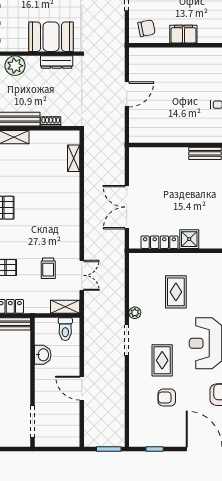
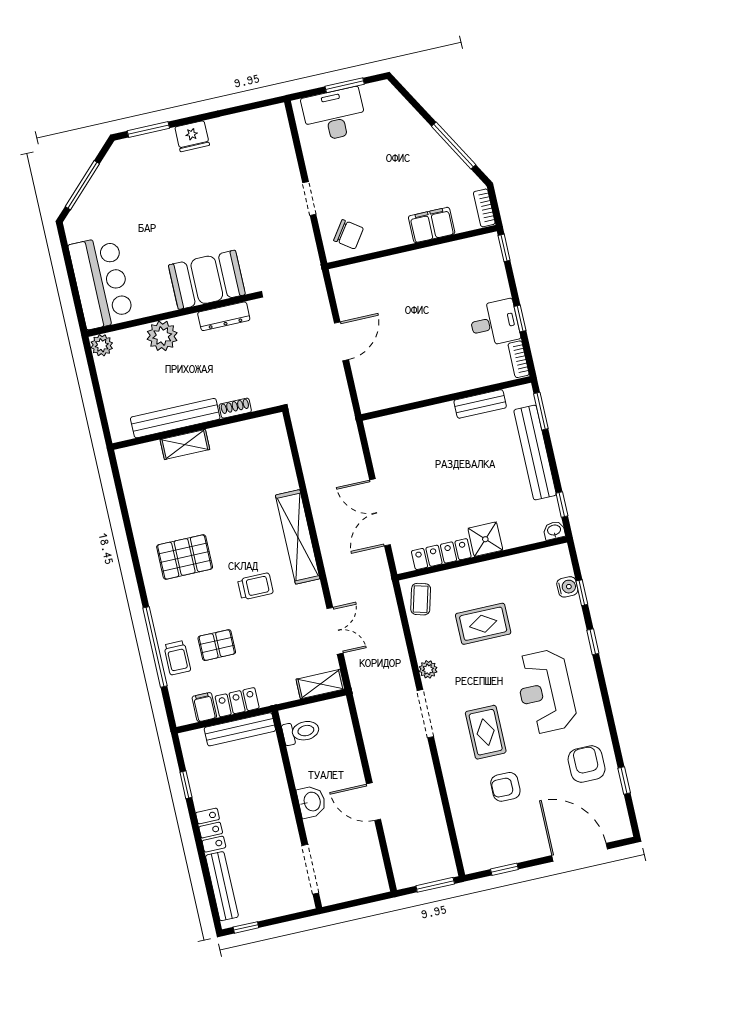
chair: (146, 28) -> (349, 234), turned 46
filing cabinet: (183, 34) -> (432, 225), moved
shelving: (74, 158) -> (298, 537), moved, width x2.20, depth x1.33
trolley: (48, 268) -> (255, 586), moved, turned -90
coffee table: (140, 268) -> (421, 599), added
rug: (176, 292) -> (483, 624), turned 90
toilet: (65, 329) -> (301, 732), moved, turned -90
washbasin: (43, 355) -> (311, 802), moved

